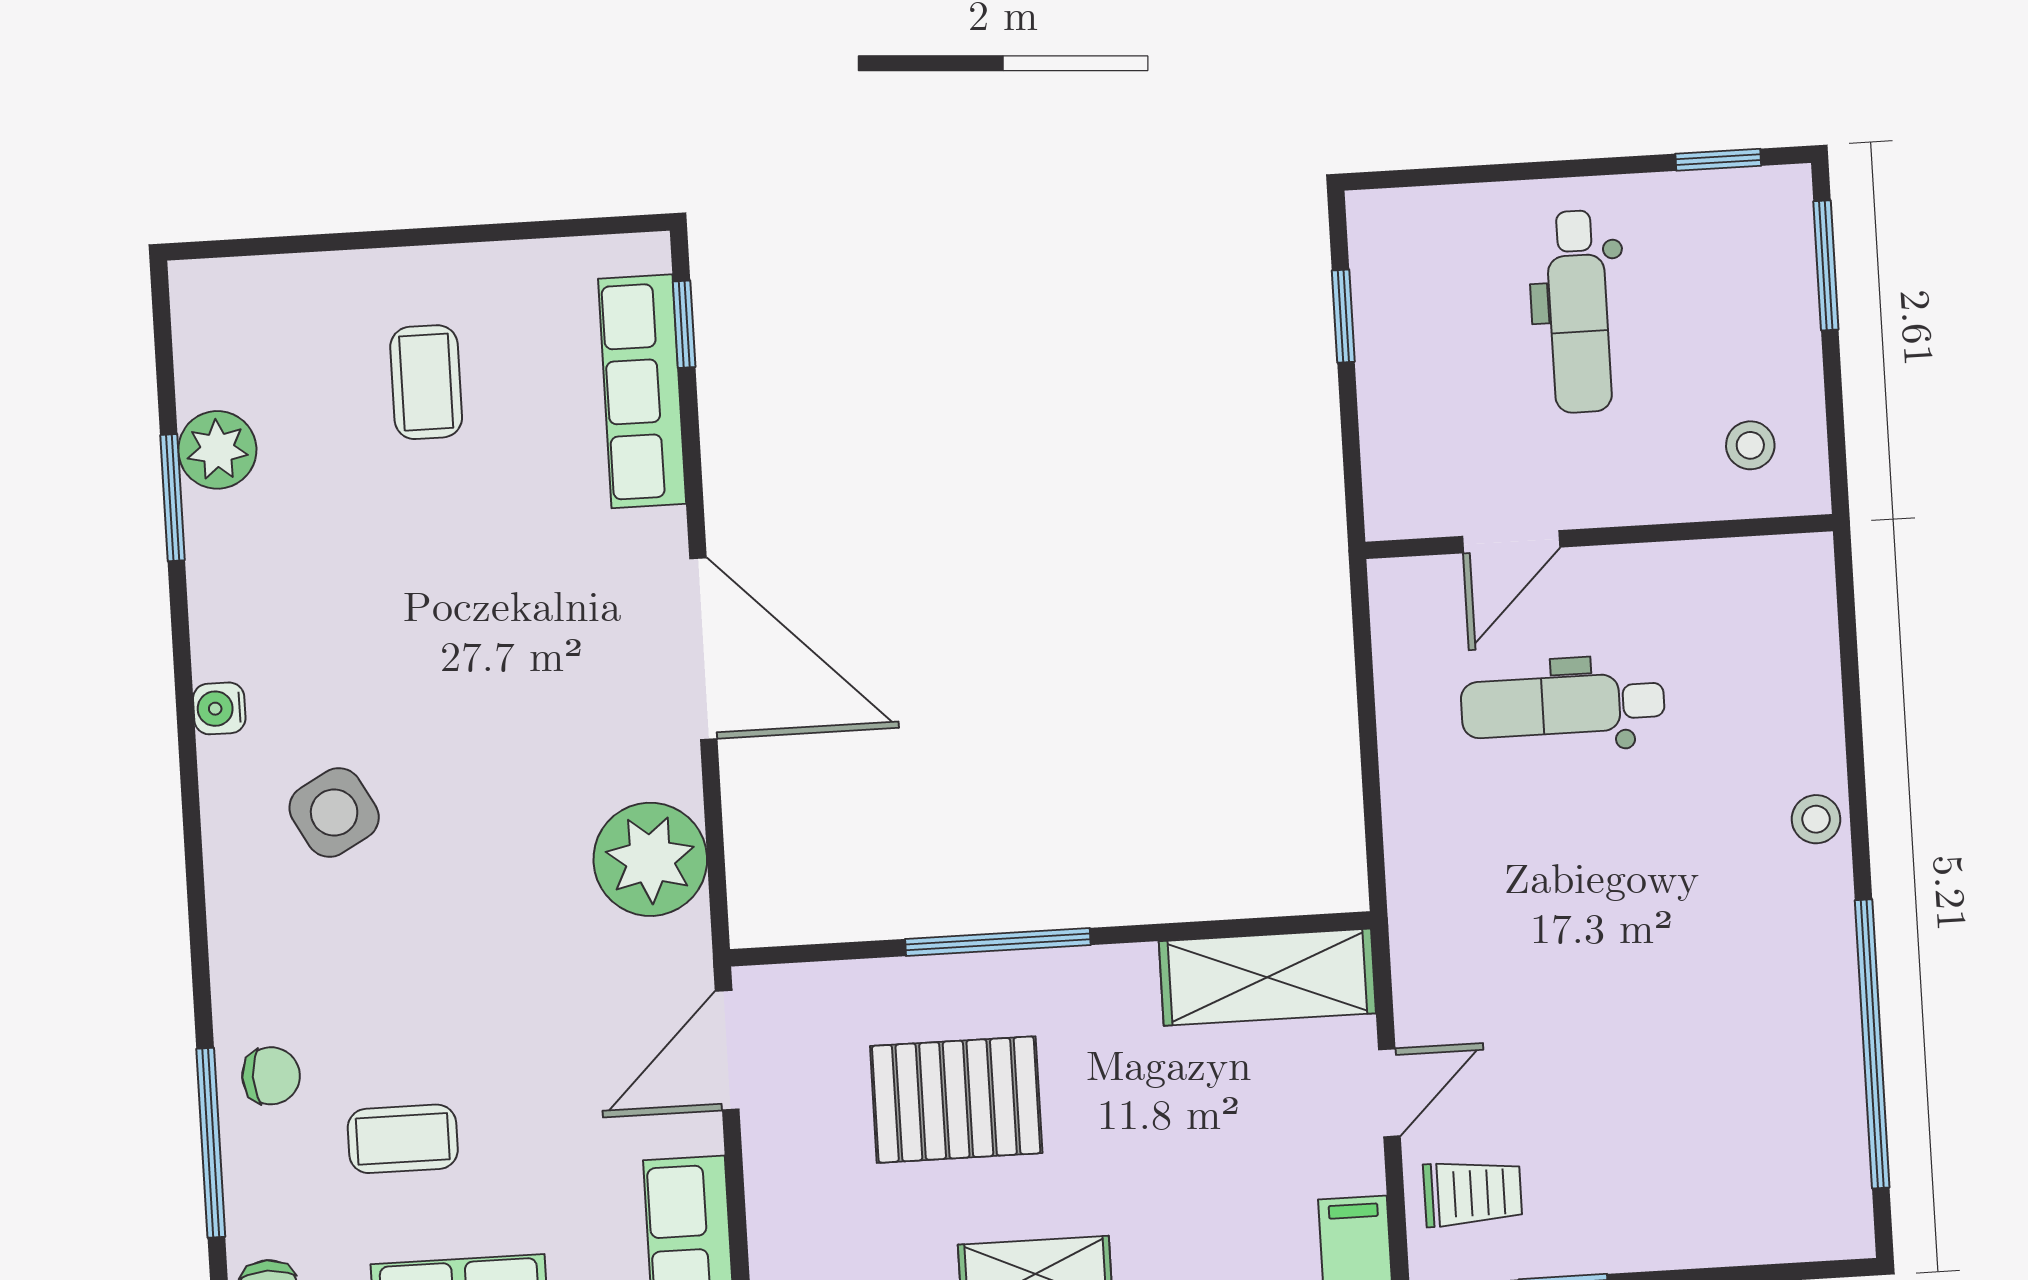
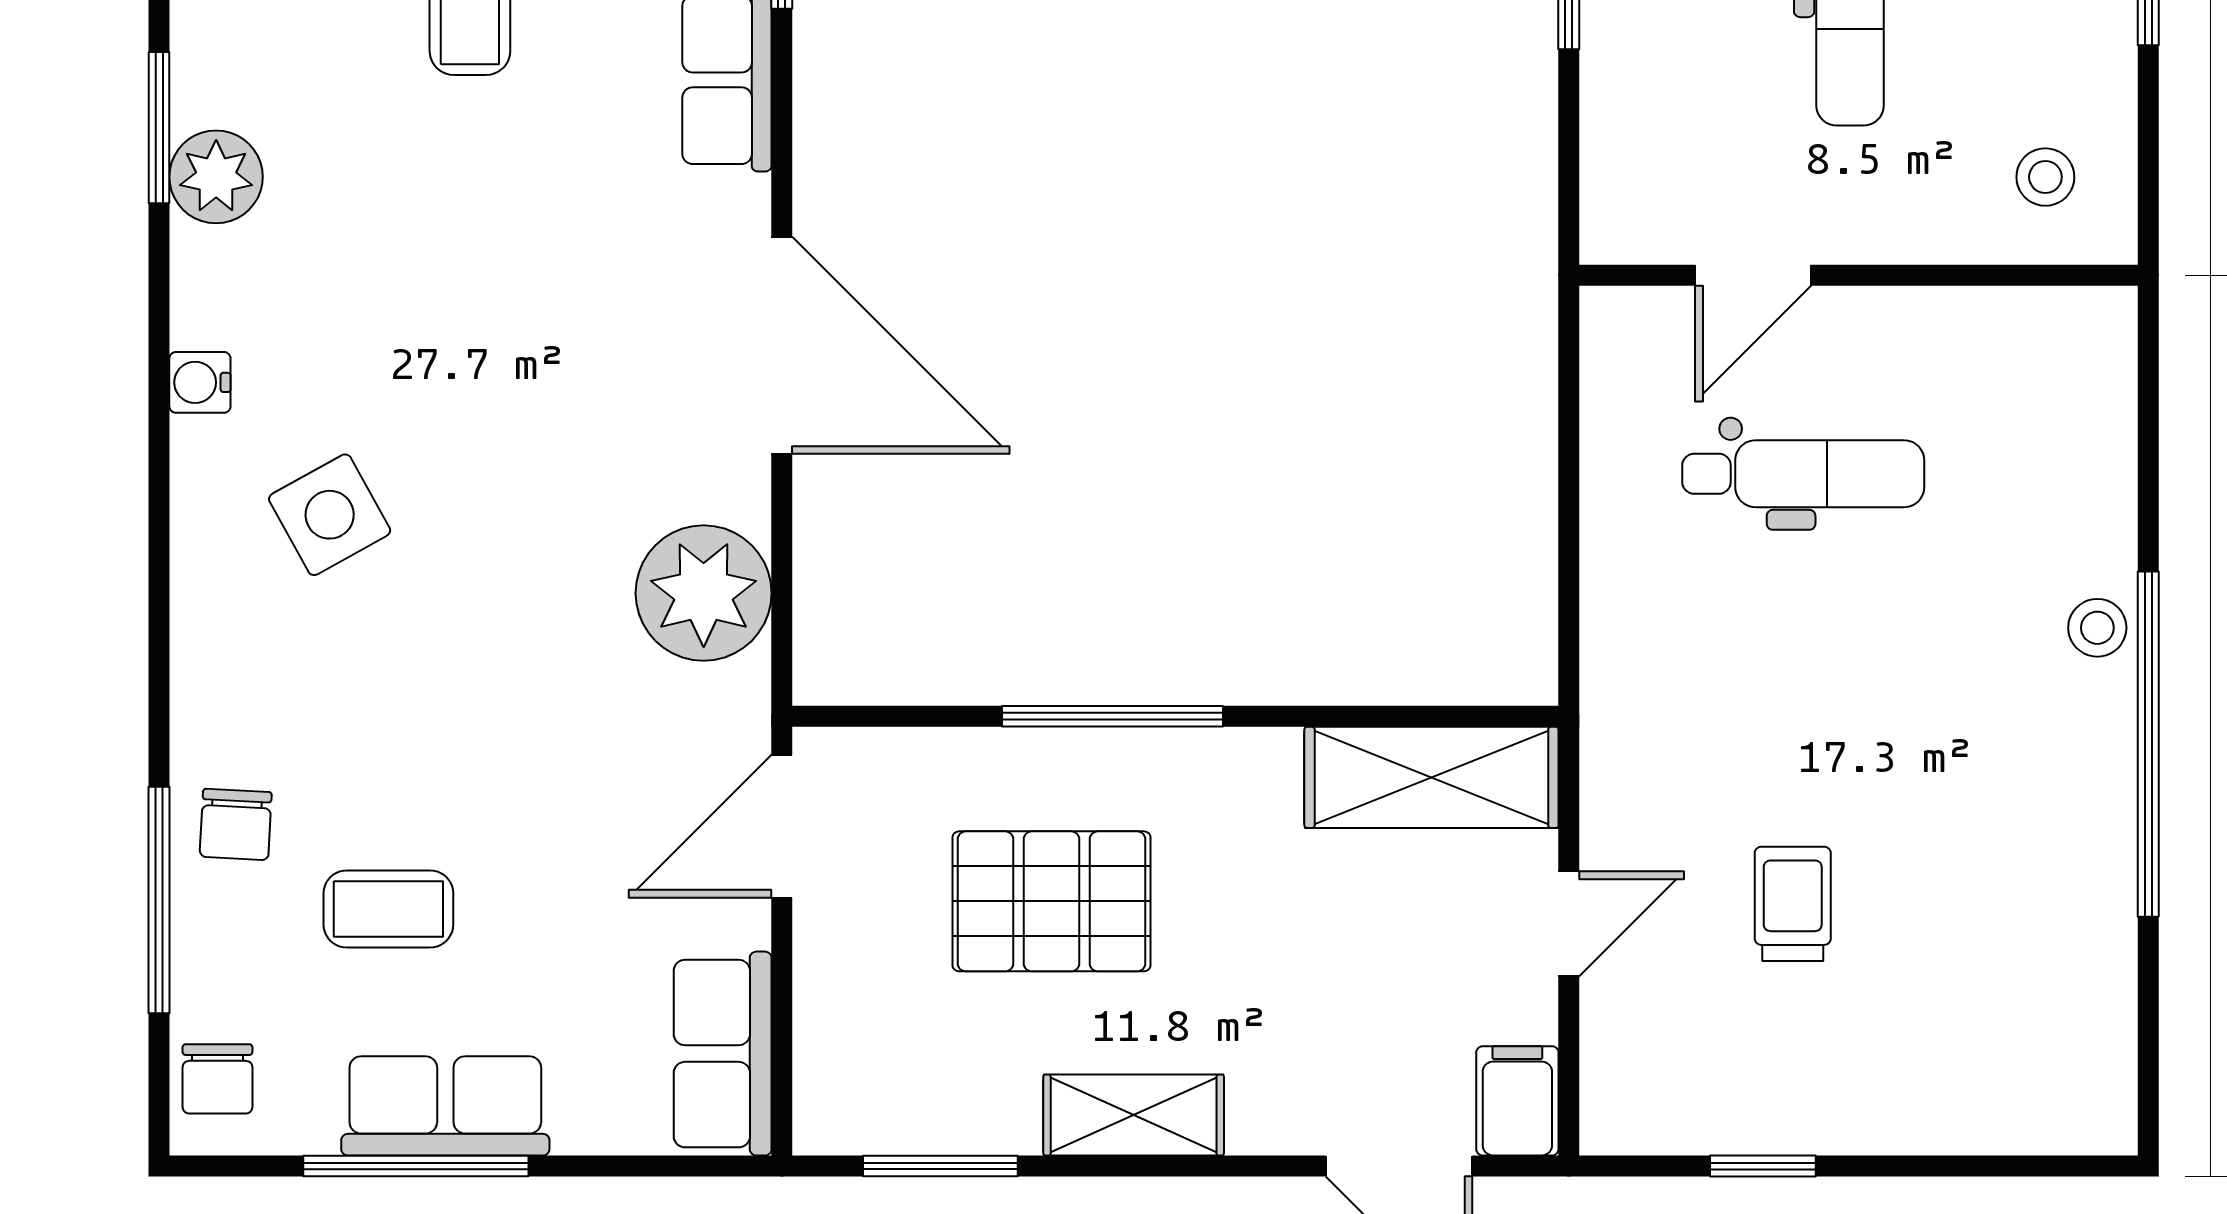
plant: (217, 450) -> (216, 177), moved
dental chair: (1563, 705) -> (1803, 474), turned 180
window: (1872, 1044) -> (2148, 744), moved
chair: (271, 1076) -> (236, 824), turned 93
trolley: (1473, 1193) -> (1793, 904), moved, turned -90

